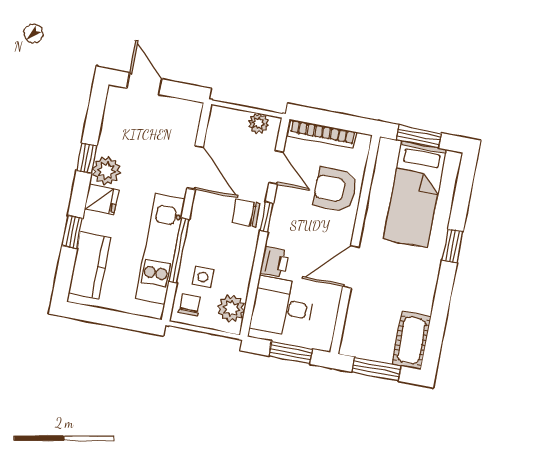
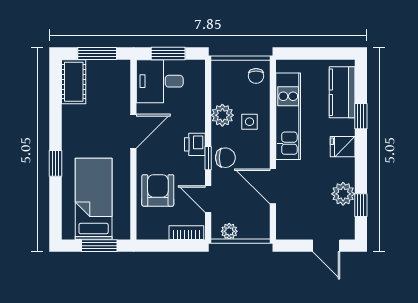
bookcase: (322, 134) -> (186, 233), width x0.64
window: (87, 158) -> (361, 205), moved
plant: (106, 171) -> (343, 194), moved
armchair: (335, 189) -> (158, 190), turned -90
window: (179, 250) -> (273, 118), removed
printer: (275, 262) -> (195, 144), moved
side table: (203, 277) -> (250, 122), moved
desk: (282, 307) -> (160, 81), moved, turned 180
plant: (231, 308) -> (222, 115), moved

